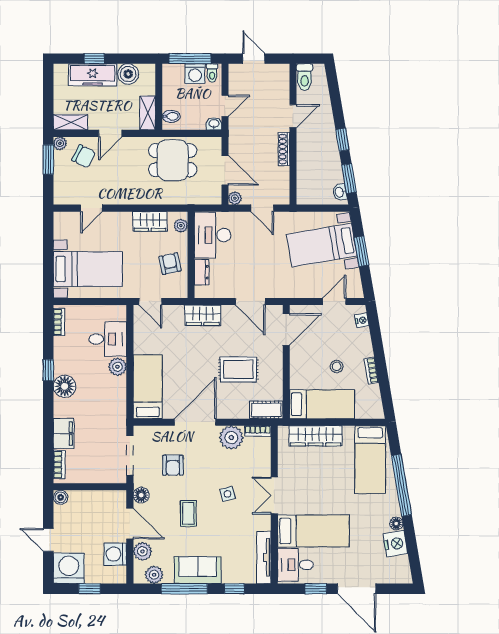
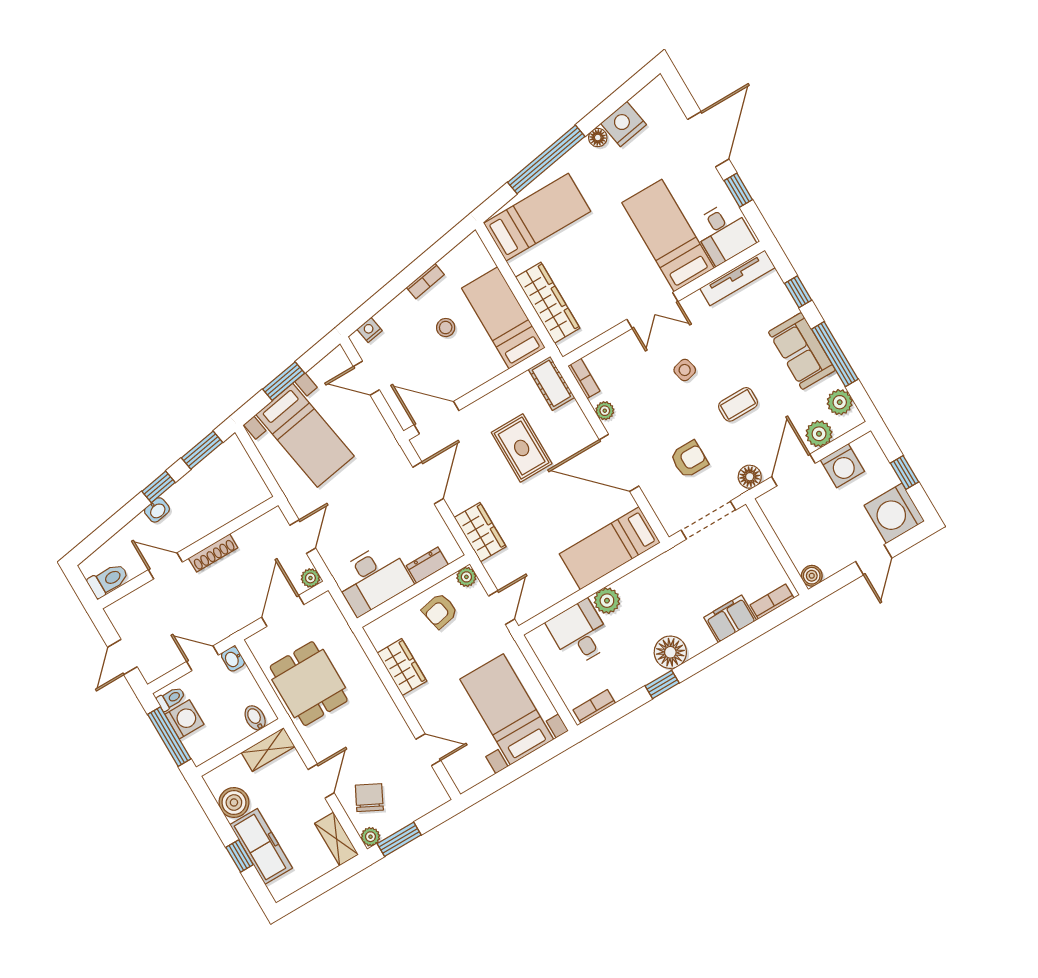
door: (110, 133) -> (321, 781), hinge flipped
washbasin: (340, 192) -> (157, 510), moved
plant: (181, 226) -> (466, 577), moved
plant: (231, 438) -> (605, 411), width x0.53, depth x0.53

